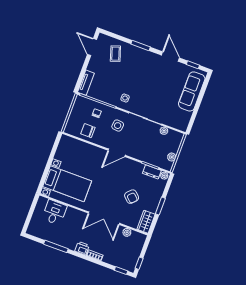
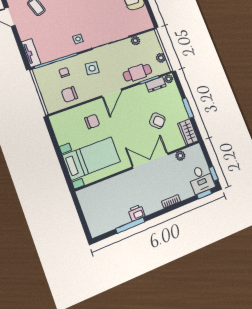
cafe table: (146, 154) -> (137, 73), added
chair: (88, 161) -> (92, 122), added
desk: (55, 212) -> (201, 179), moved, turned 180
double door: (104, 218) -> (150, 161), swing flipped
printer: (82, 248) -> (137, 213), moved

